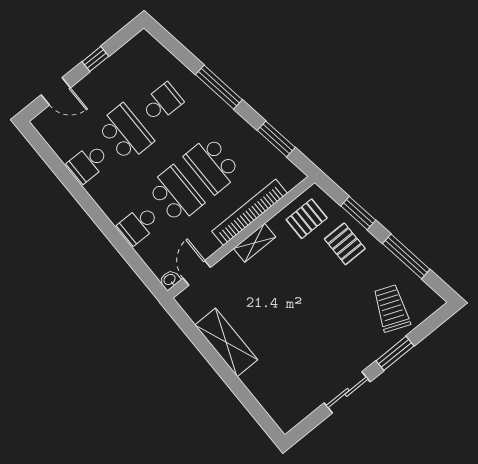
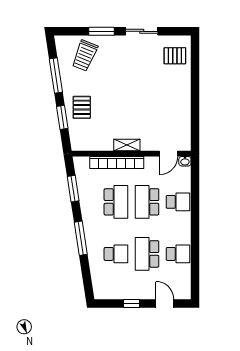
school desk: (162, 103) -> (116, 254), turned 180
pallet: (307, 219) -> (175, 56), moved
shelving: (226, 342) -> (182, 106), removed

